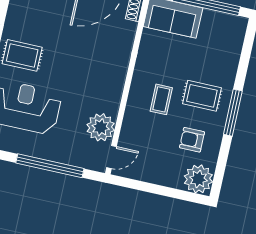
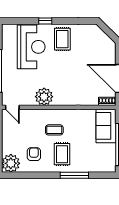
window: (233, 113) -> (74, 175), moved
plant: (101, 127) -> (44, 97), moved

